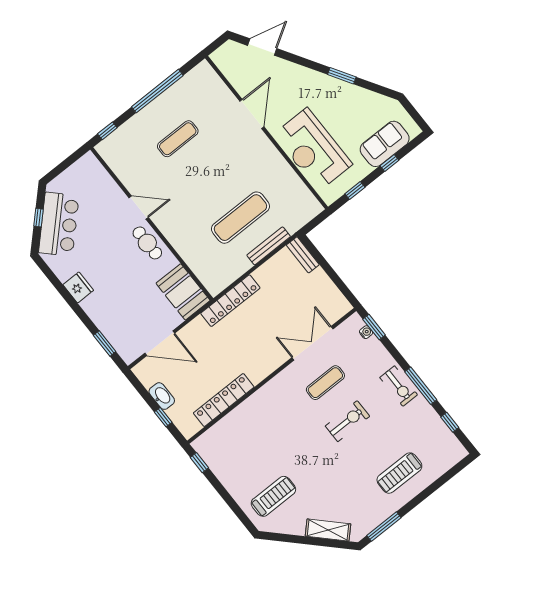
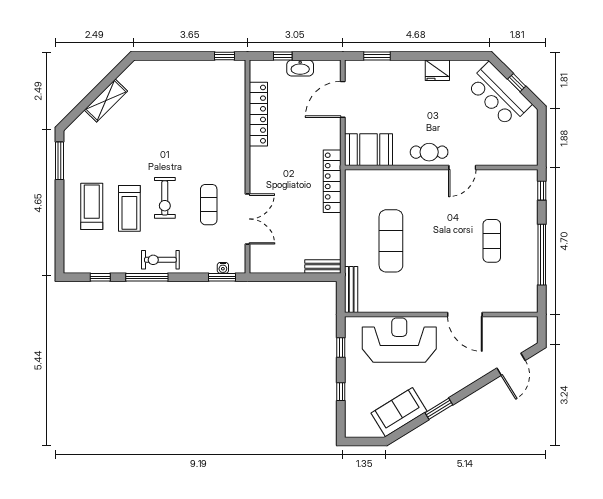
sofa: (385, 144) -> (399, 412), moved, turned -122
bench: (269, 246) -> (351, 289), moved
treadmill: (273, 496) -> (129, 208), moved
shelving: (328, 530) -> (106, 100), moved

